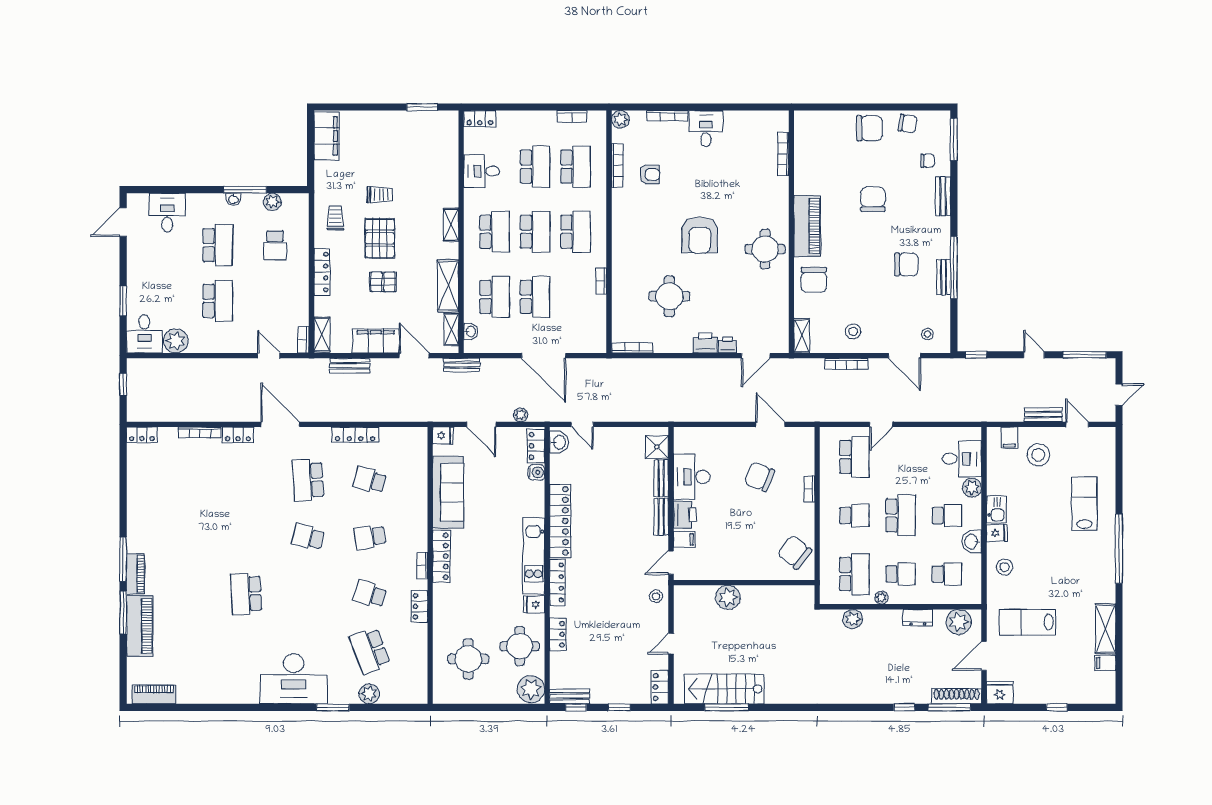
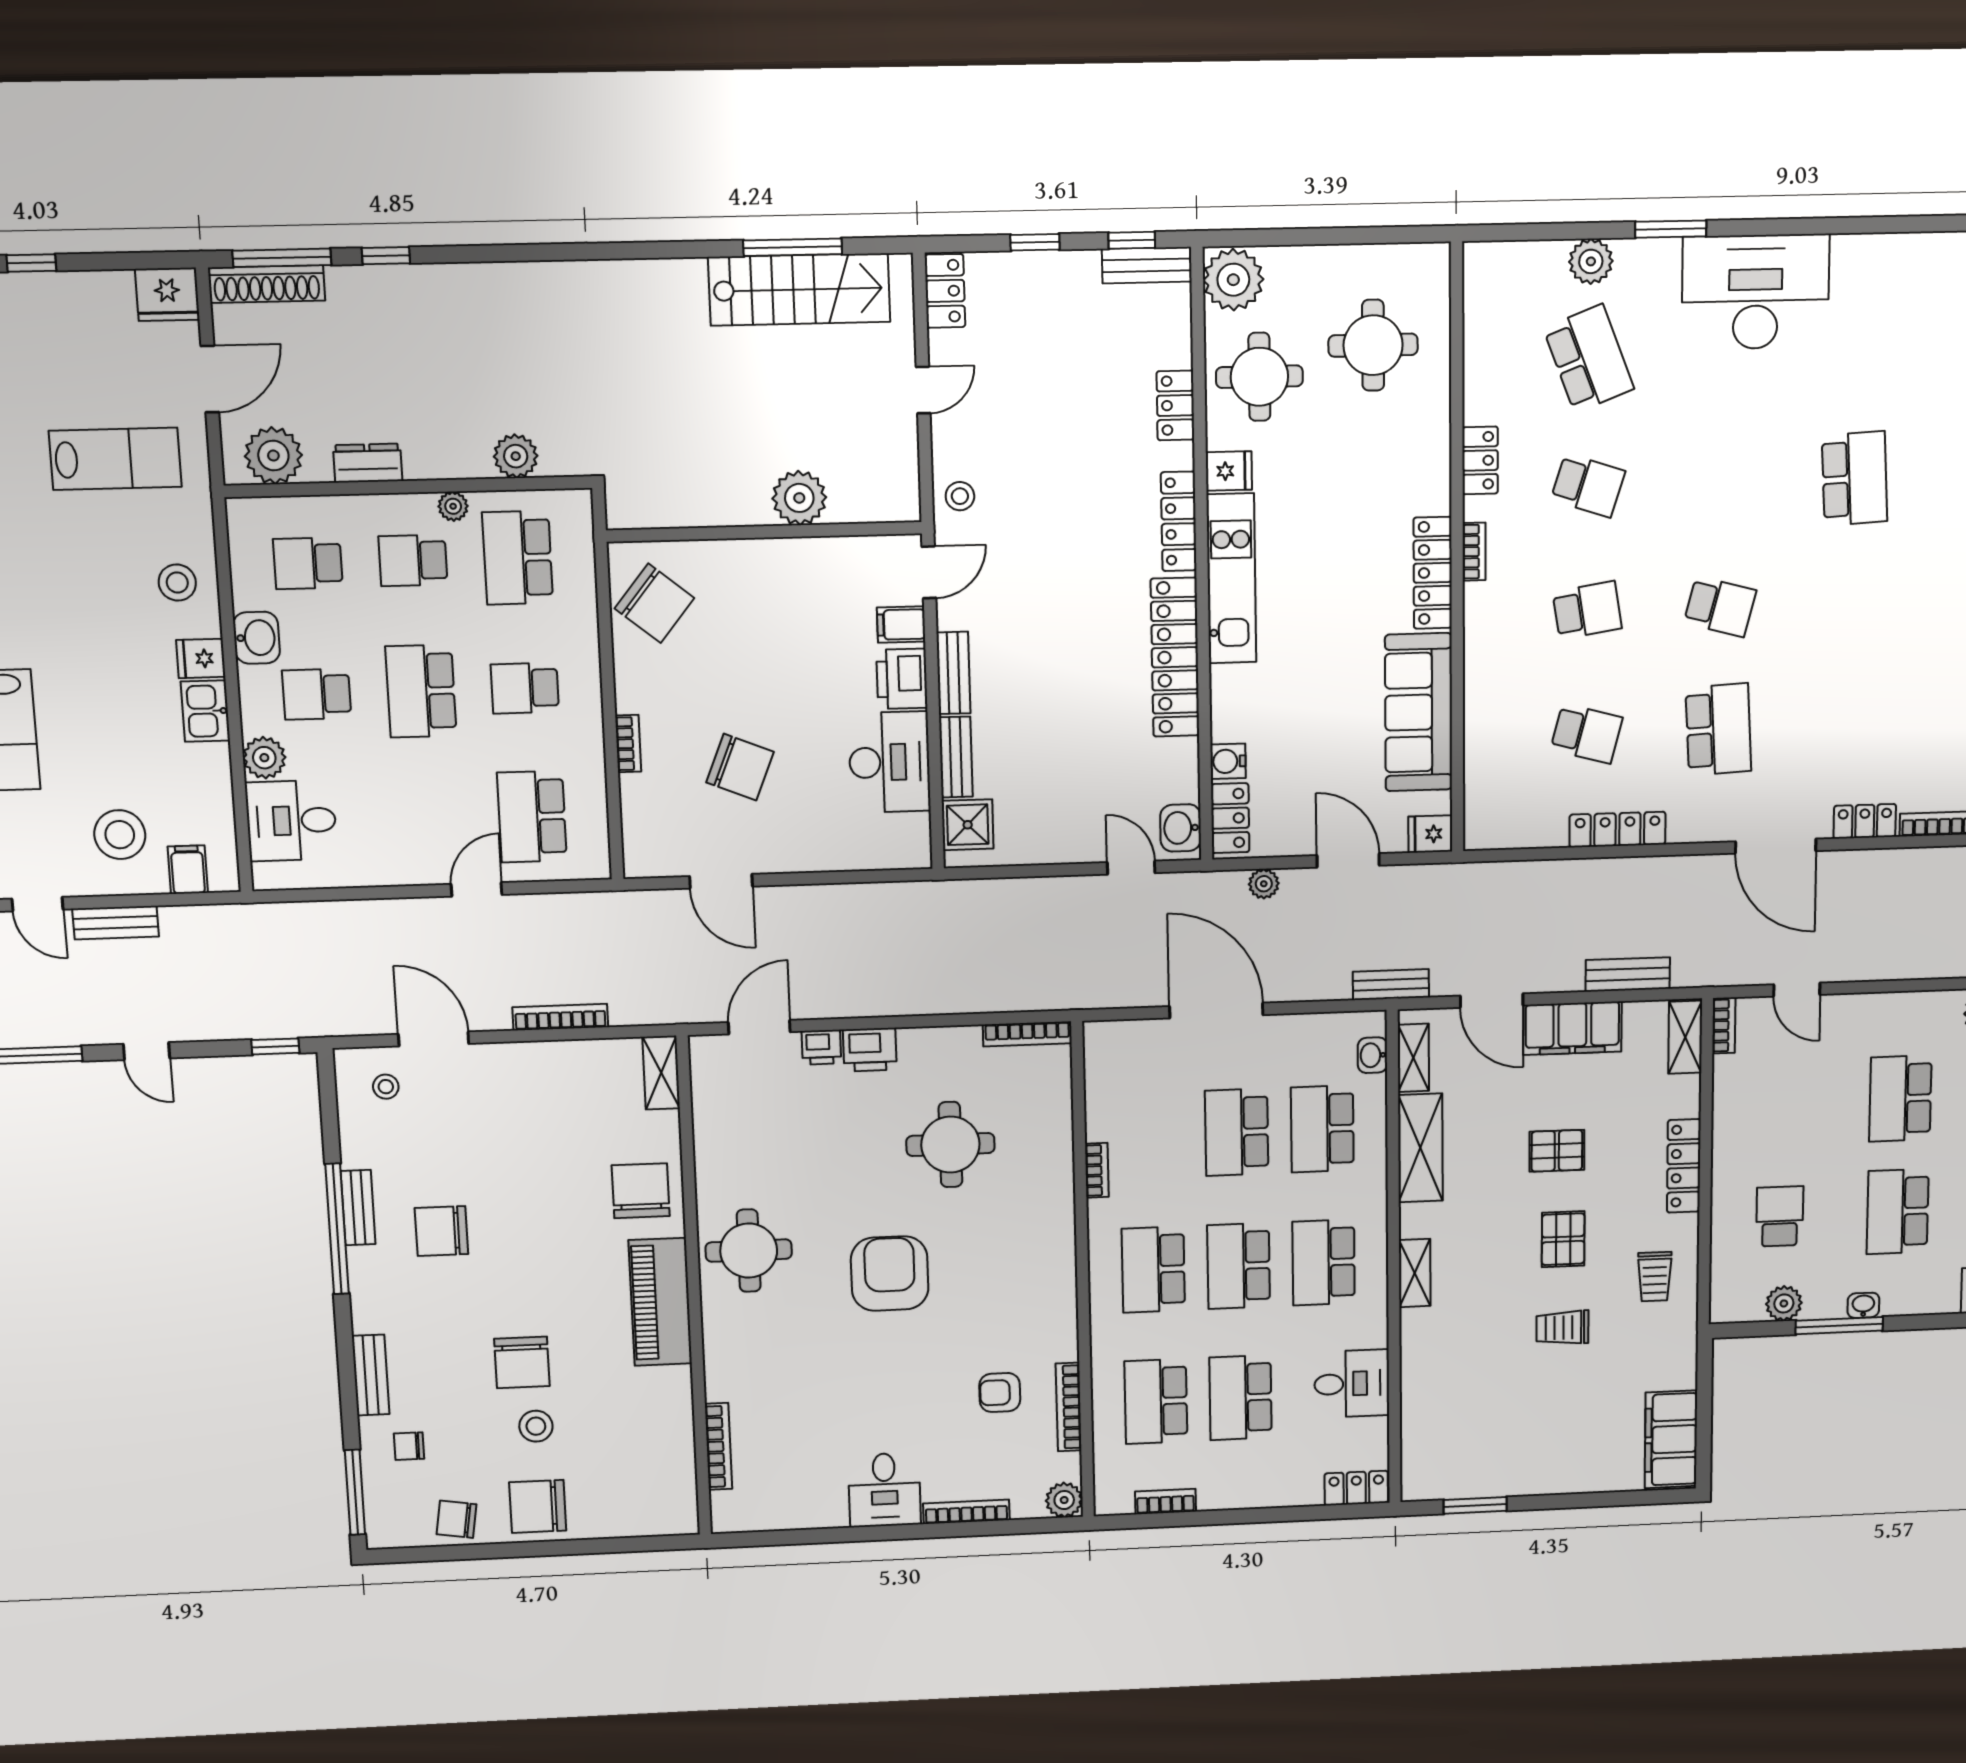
pallet: (380, 238) -> (1563, 1239), width x0.67, depth x0.71
stool: (853, 331) -> (536, 1426), moved

